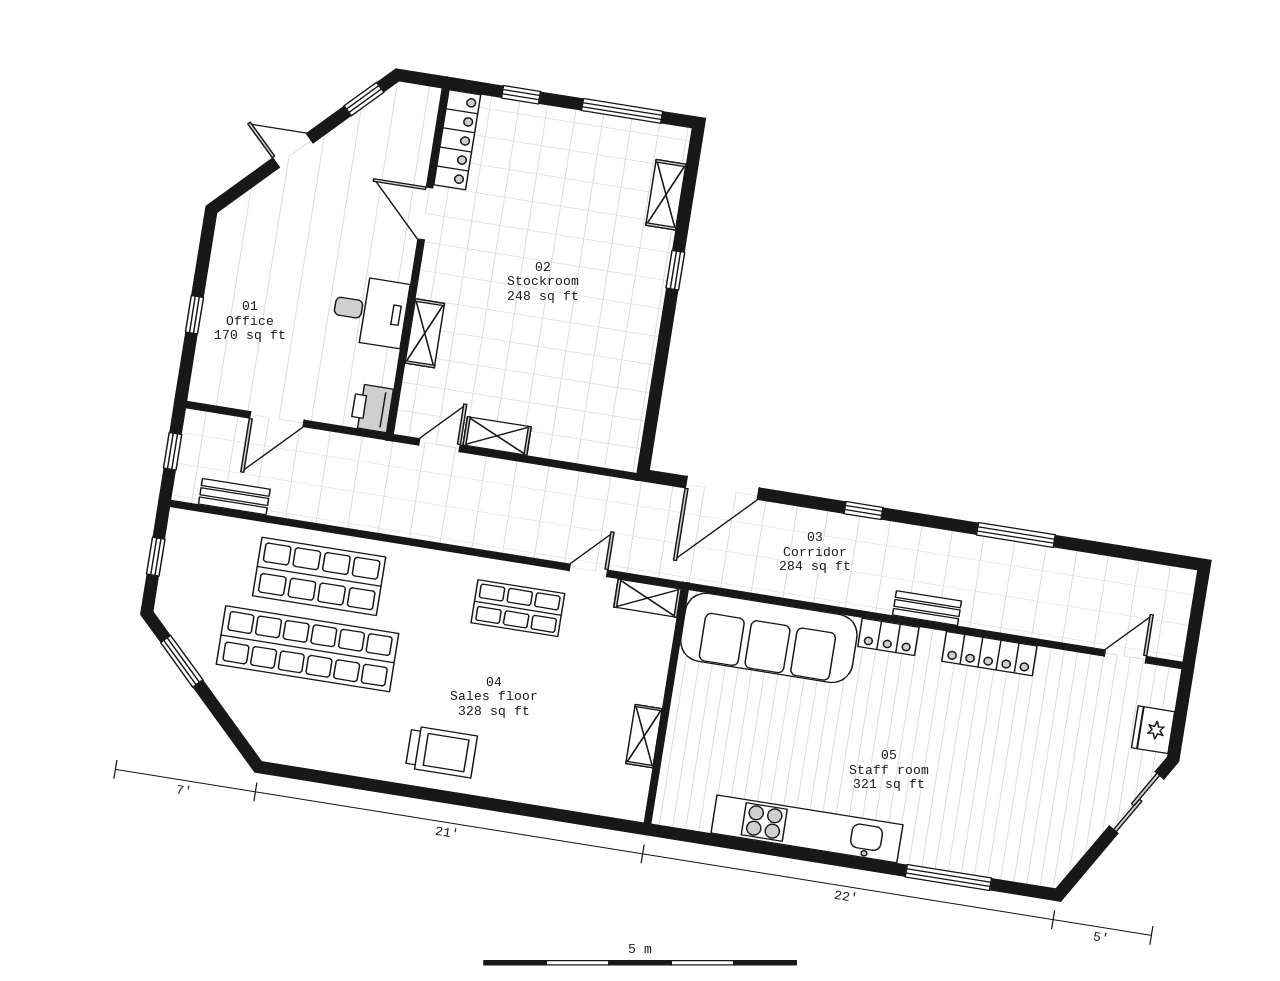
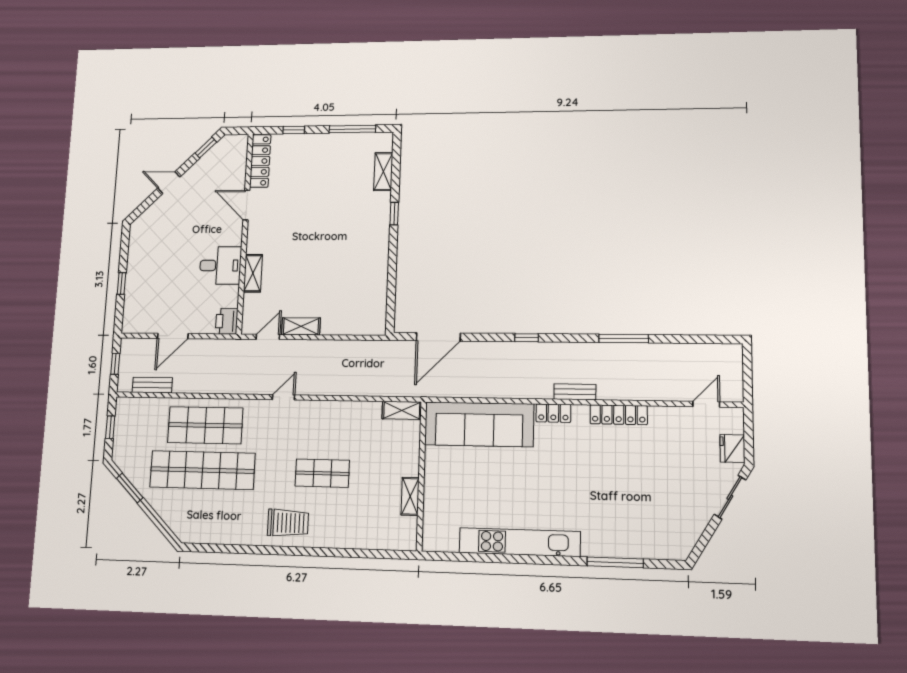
door: (588, 570) -> (283, 397), moved
shop shelf: (518, 608) -> (322, 473), moved

